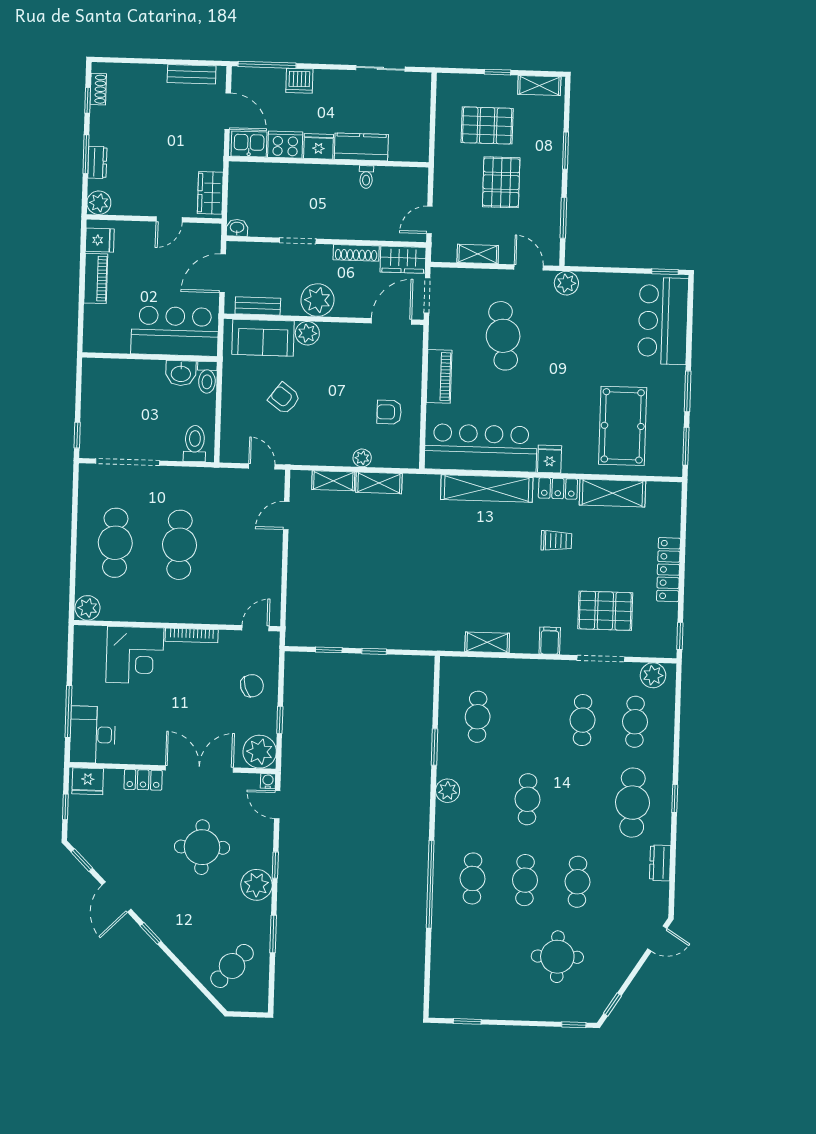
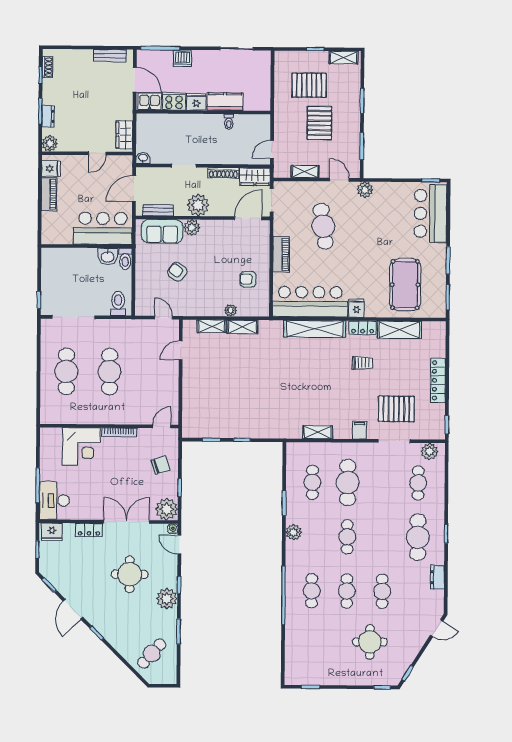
plant: (88, 608) -> (49, 416), removed
cafe table: (583, 720) -> (348, 482), moved, width x1.37, depth x1.35

